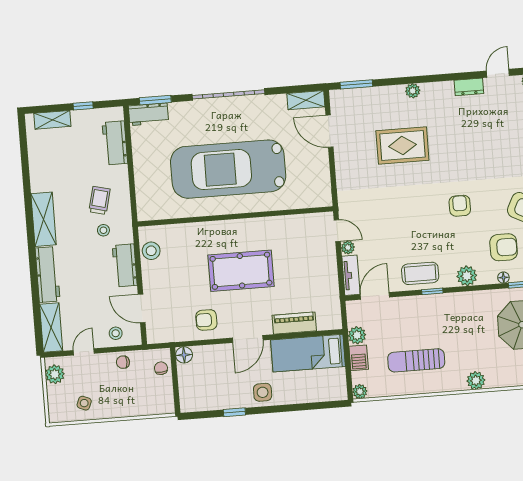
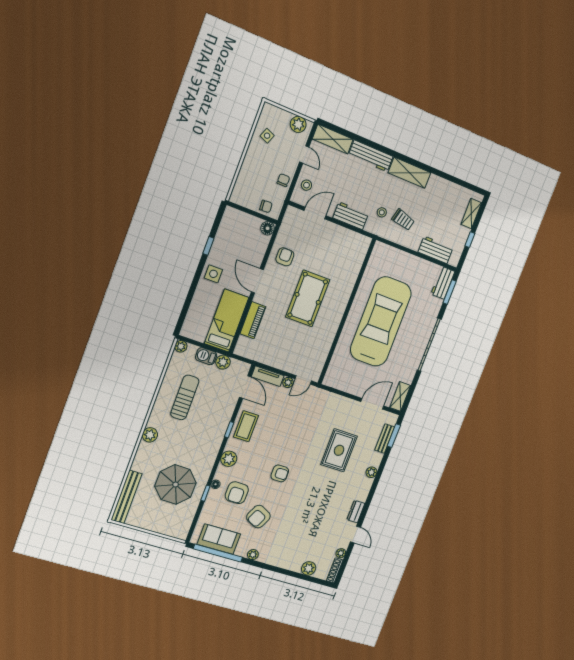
bench: (365, 94) -> (385, 439), added
stool: (151, 251) -> (352, 240), removed

